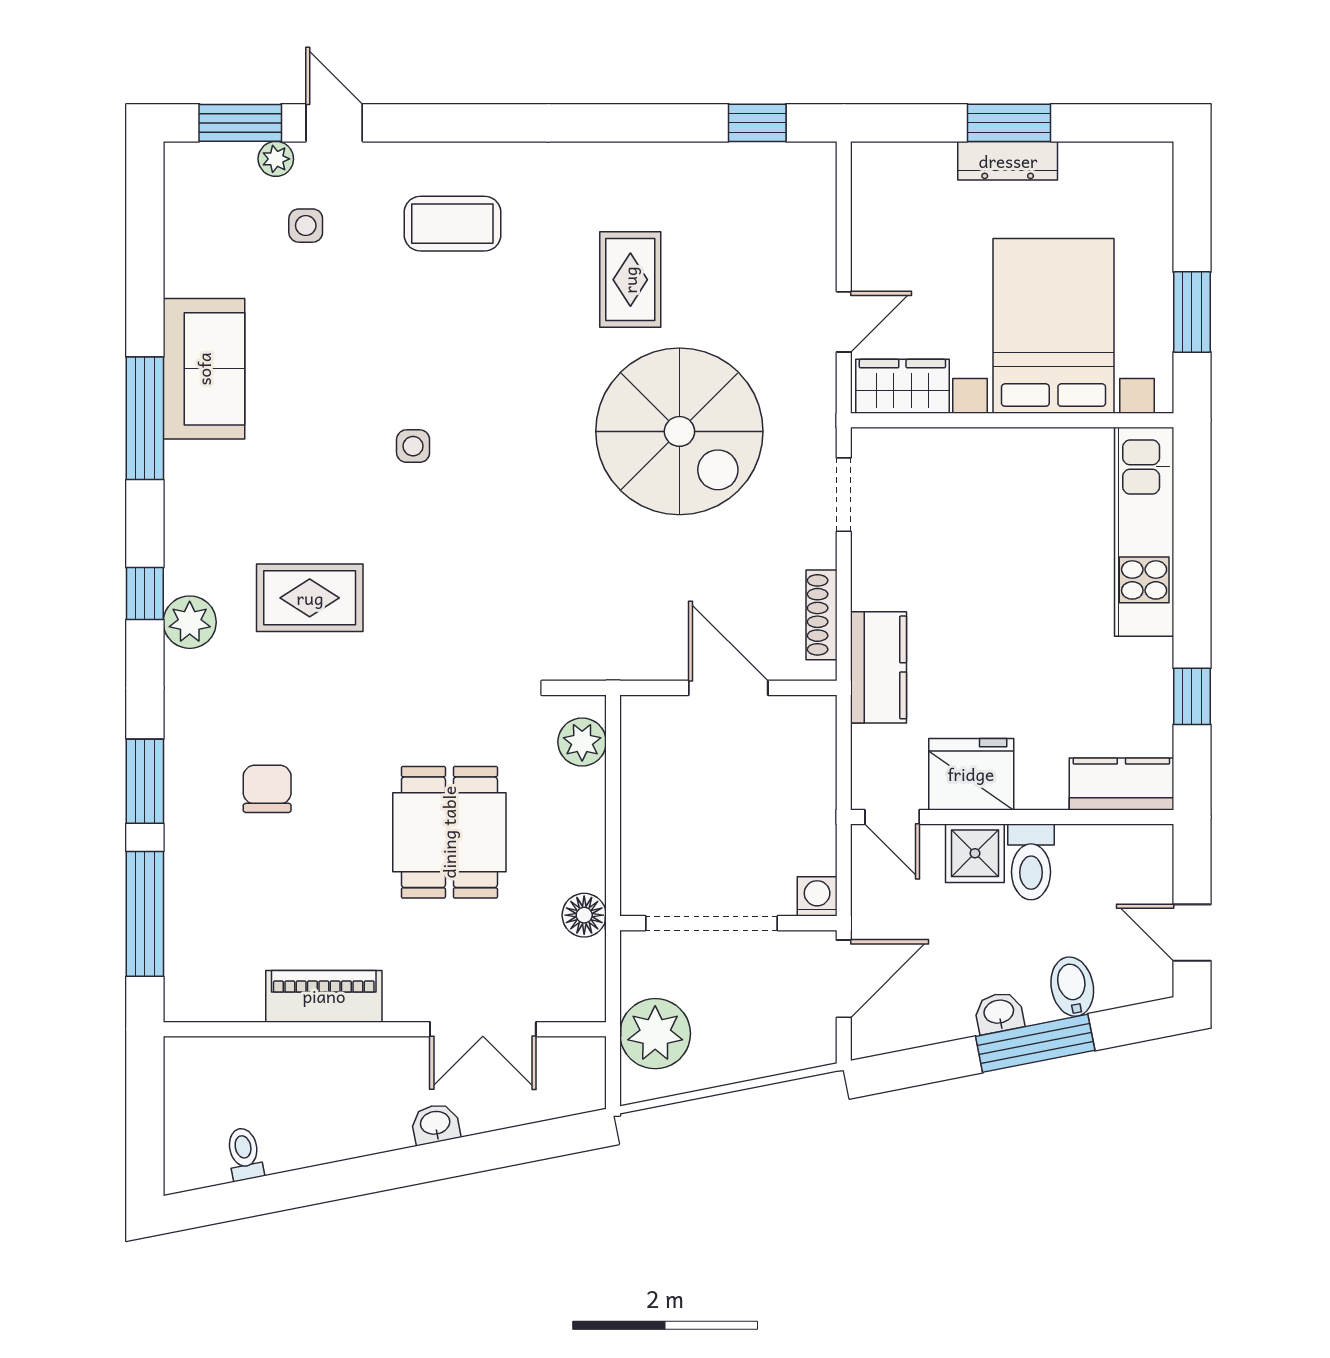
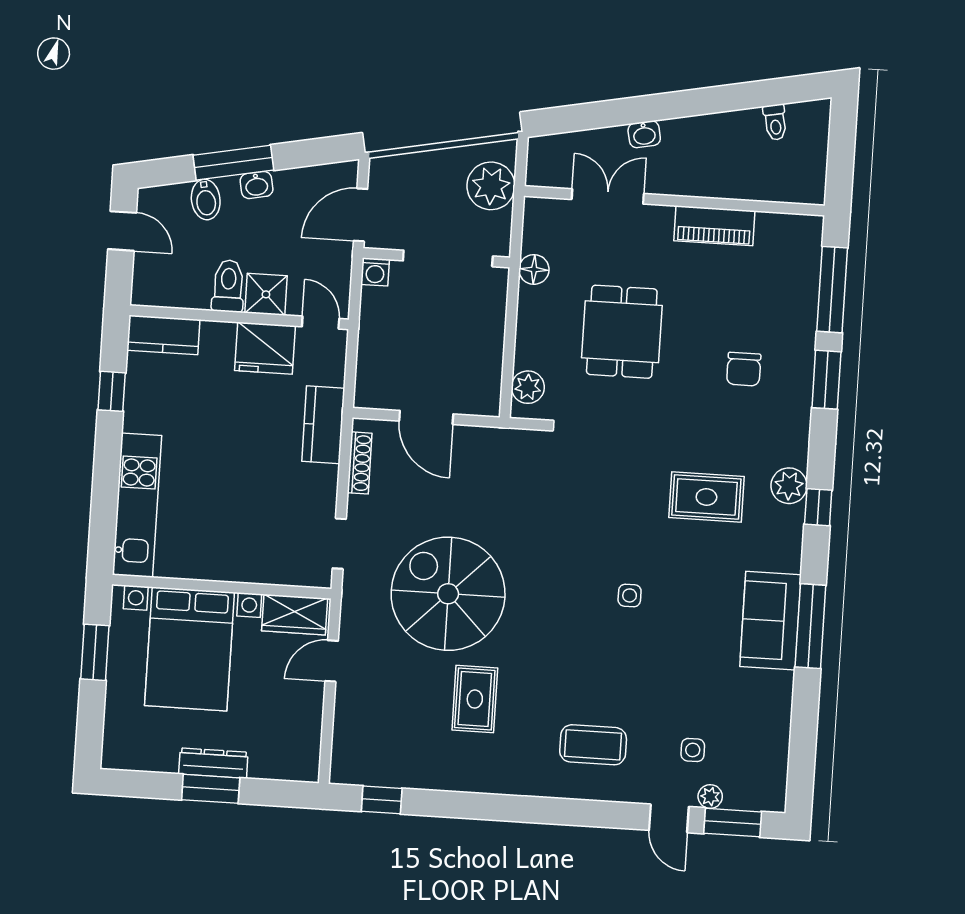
sofa: (204, 369) -> (770, 621), moved

